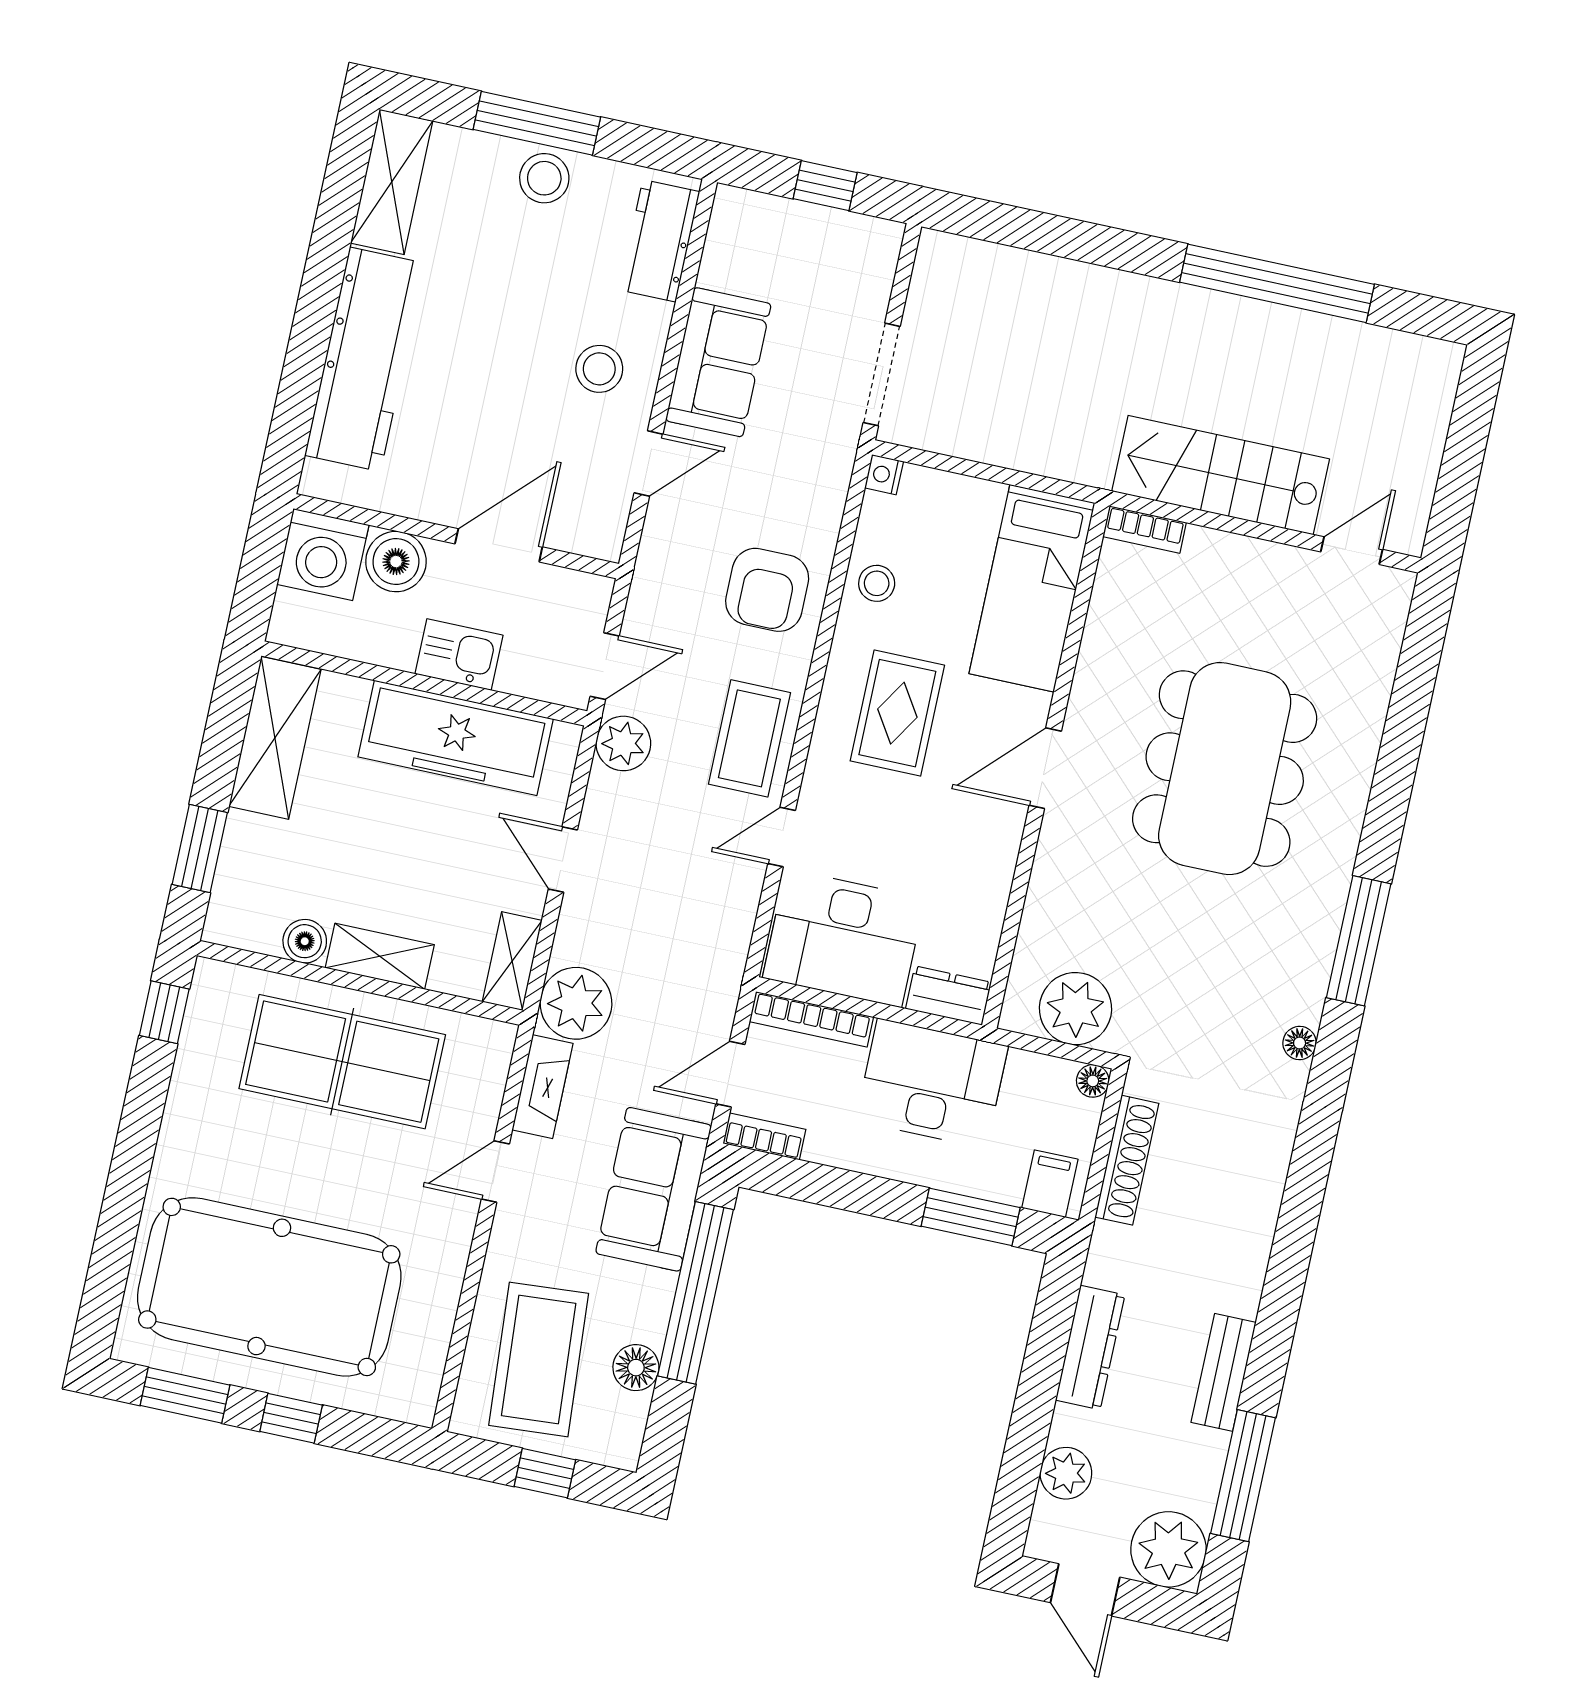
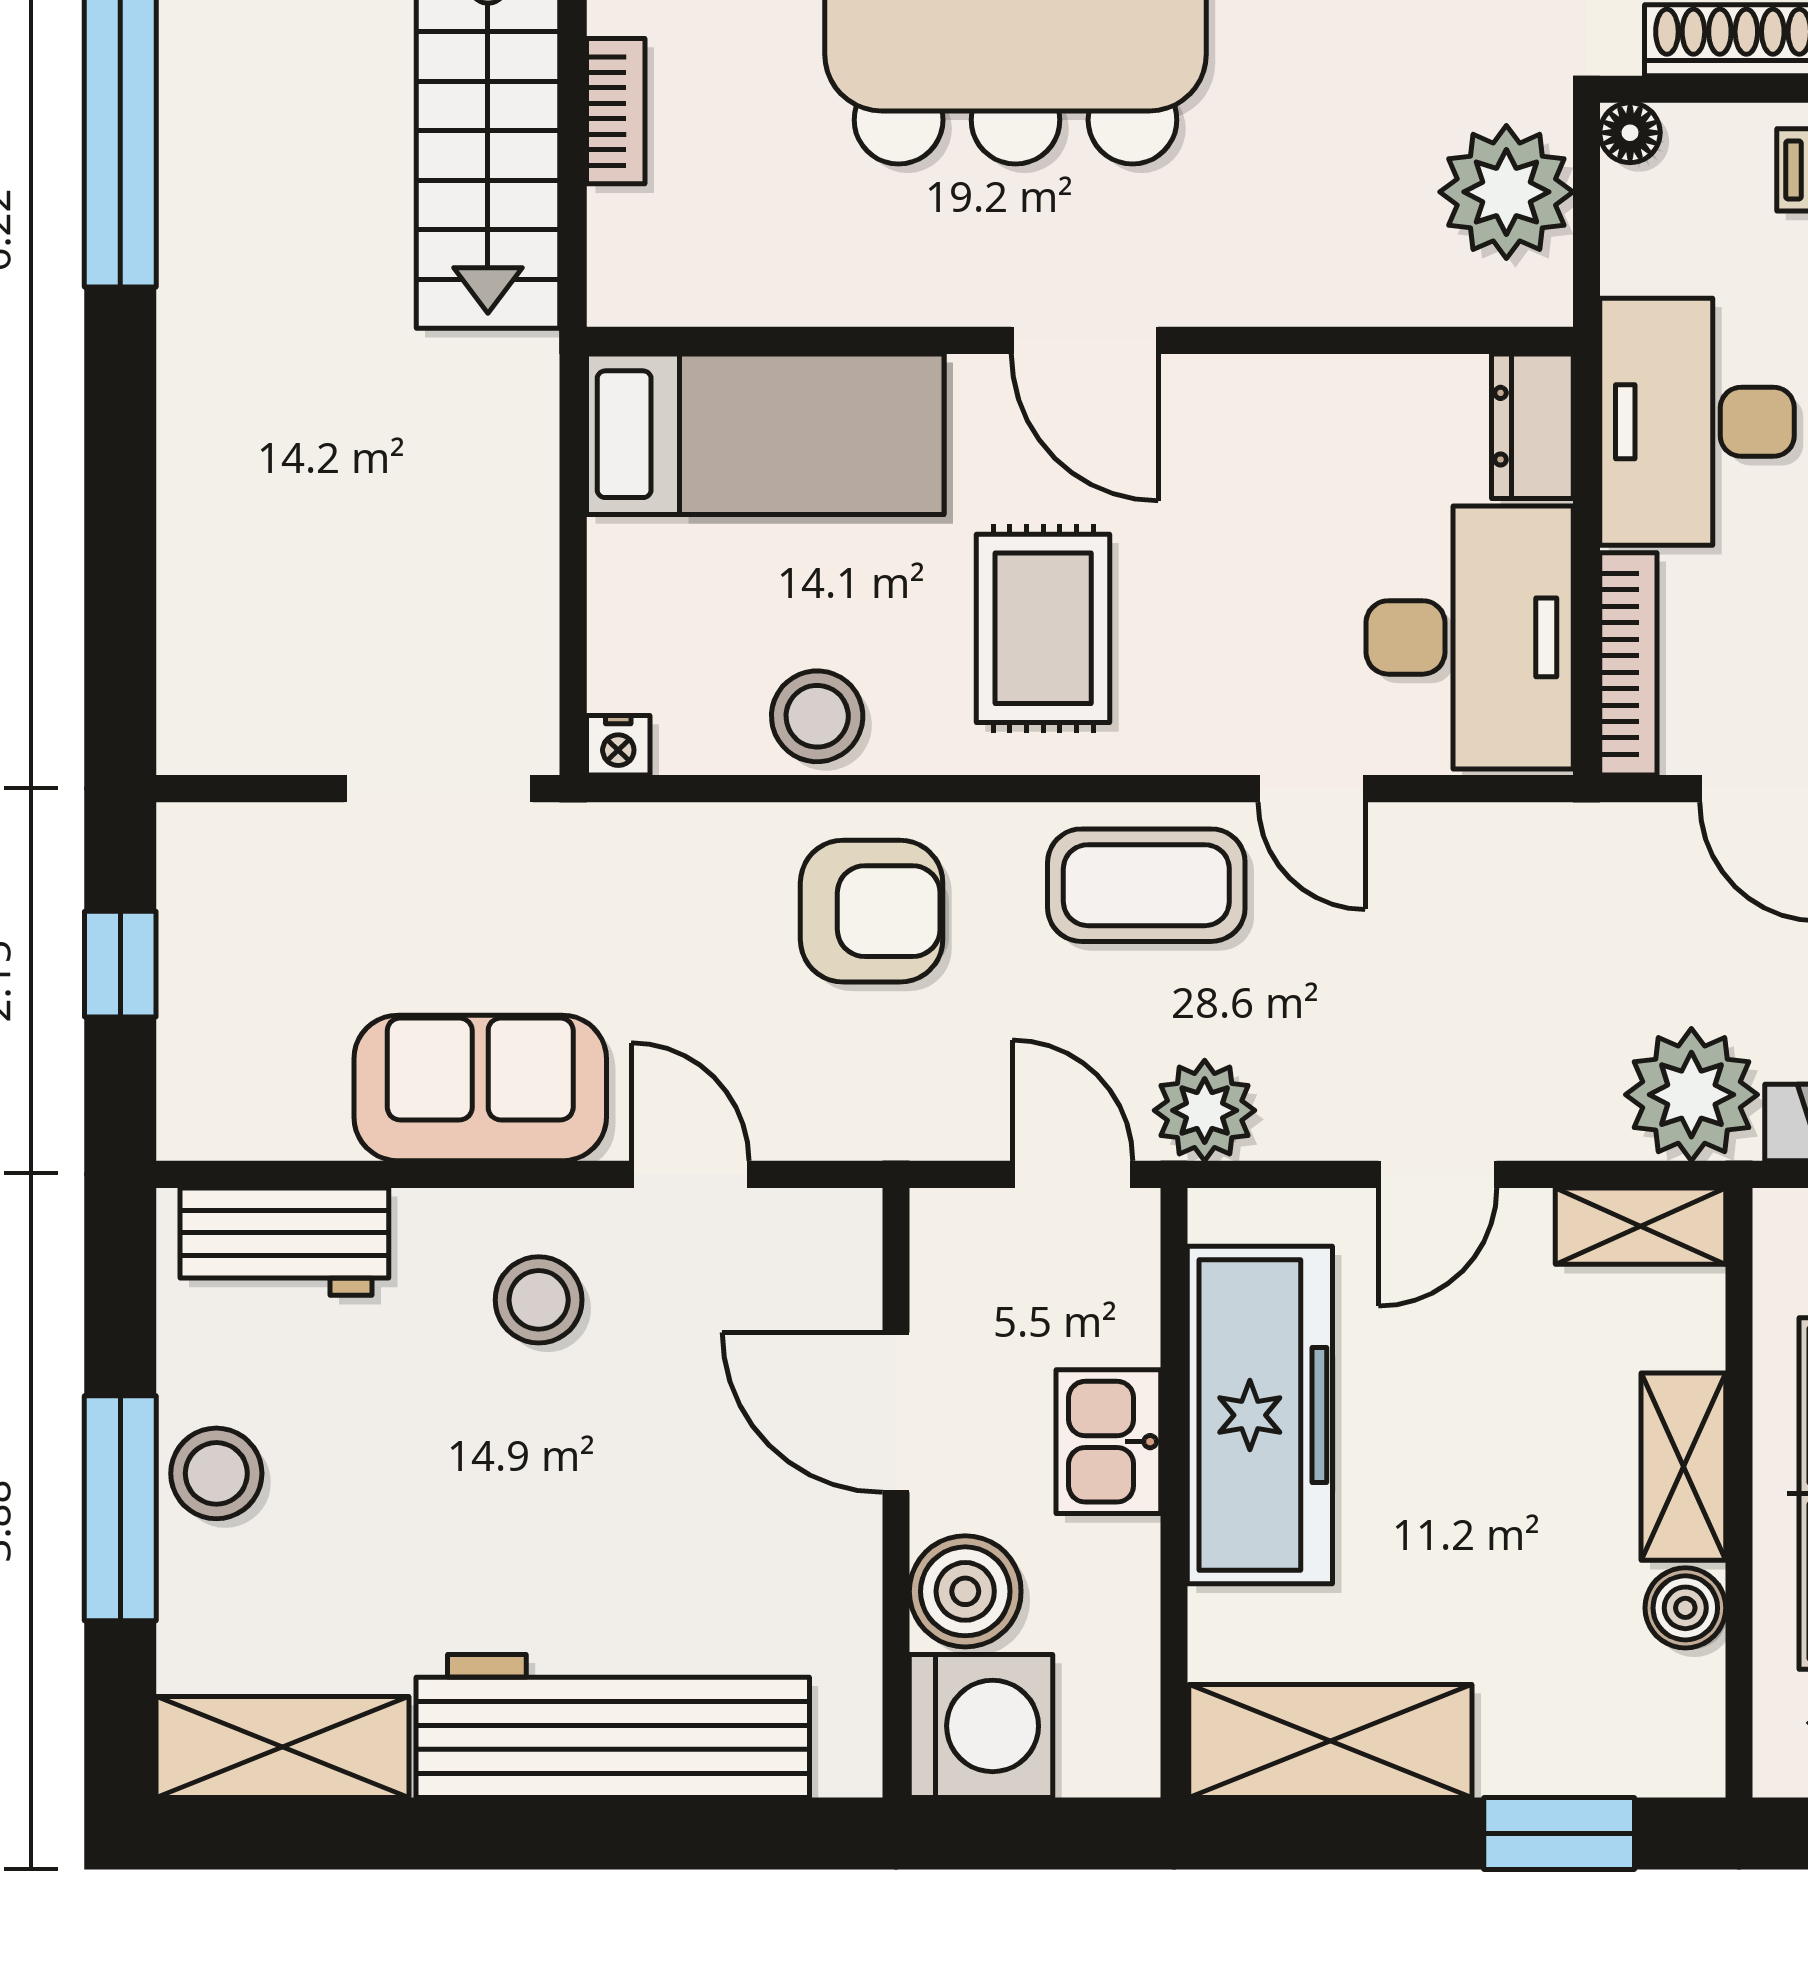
bookcase: (1145, 530) -> (616, 111), moved
stool: (877, 583) -> (817, 716), width x1.37, depth x1.37
rug: (897, 713) -> (1043, 628), turned 90

